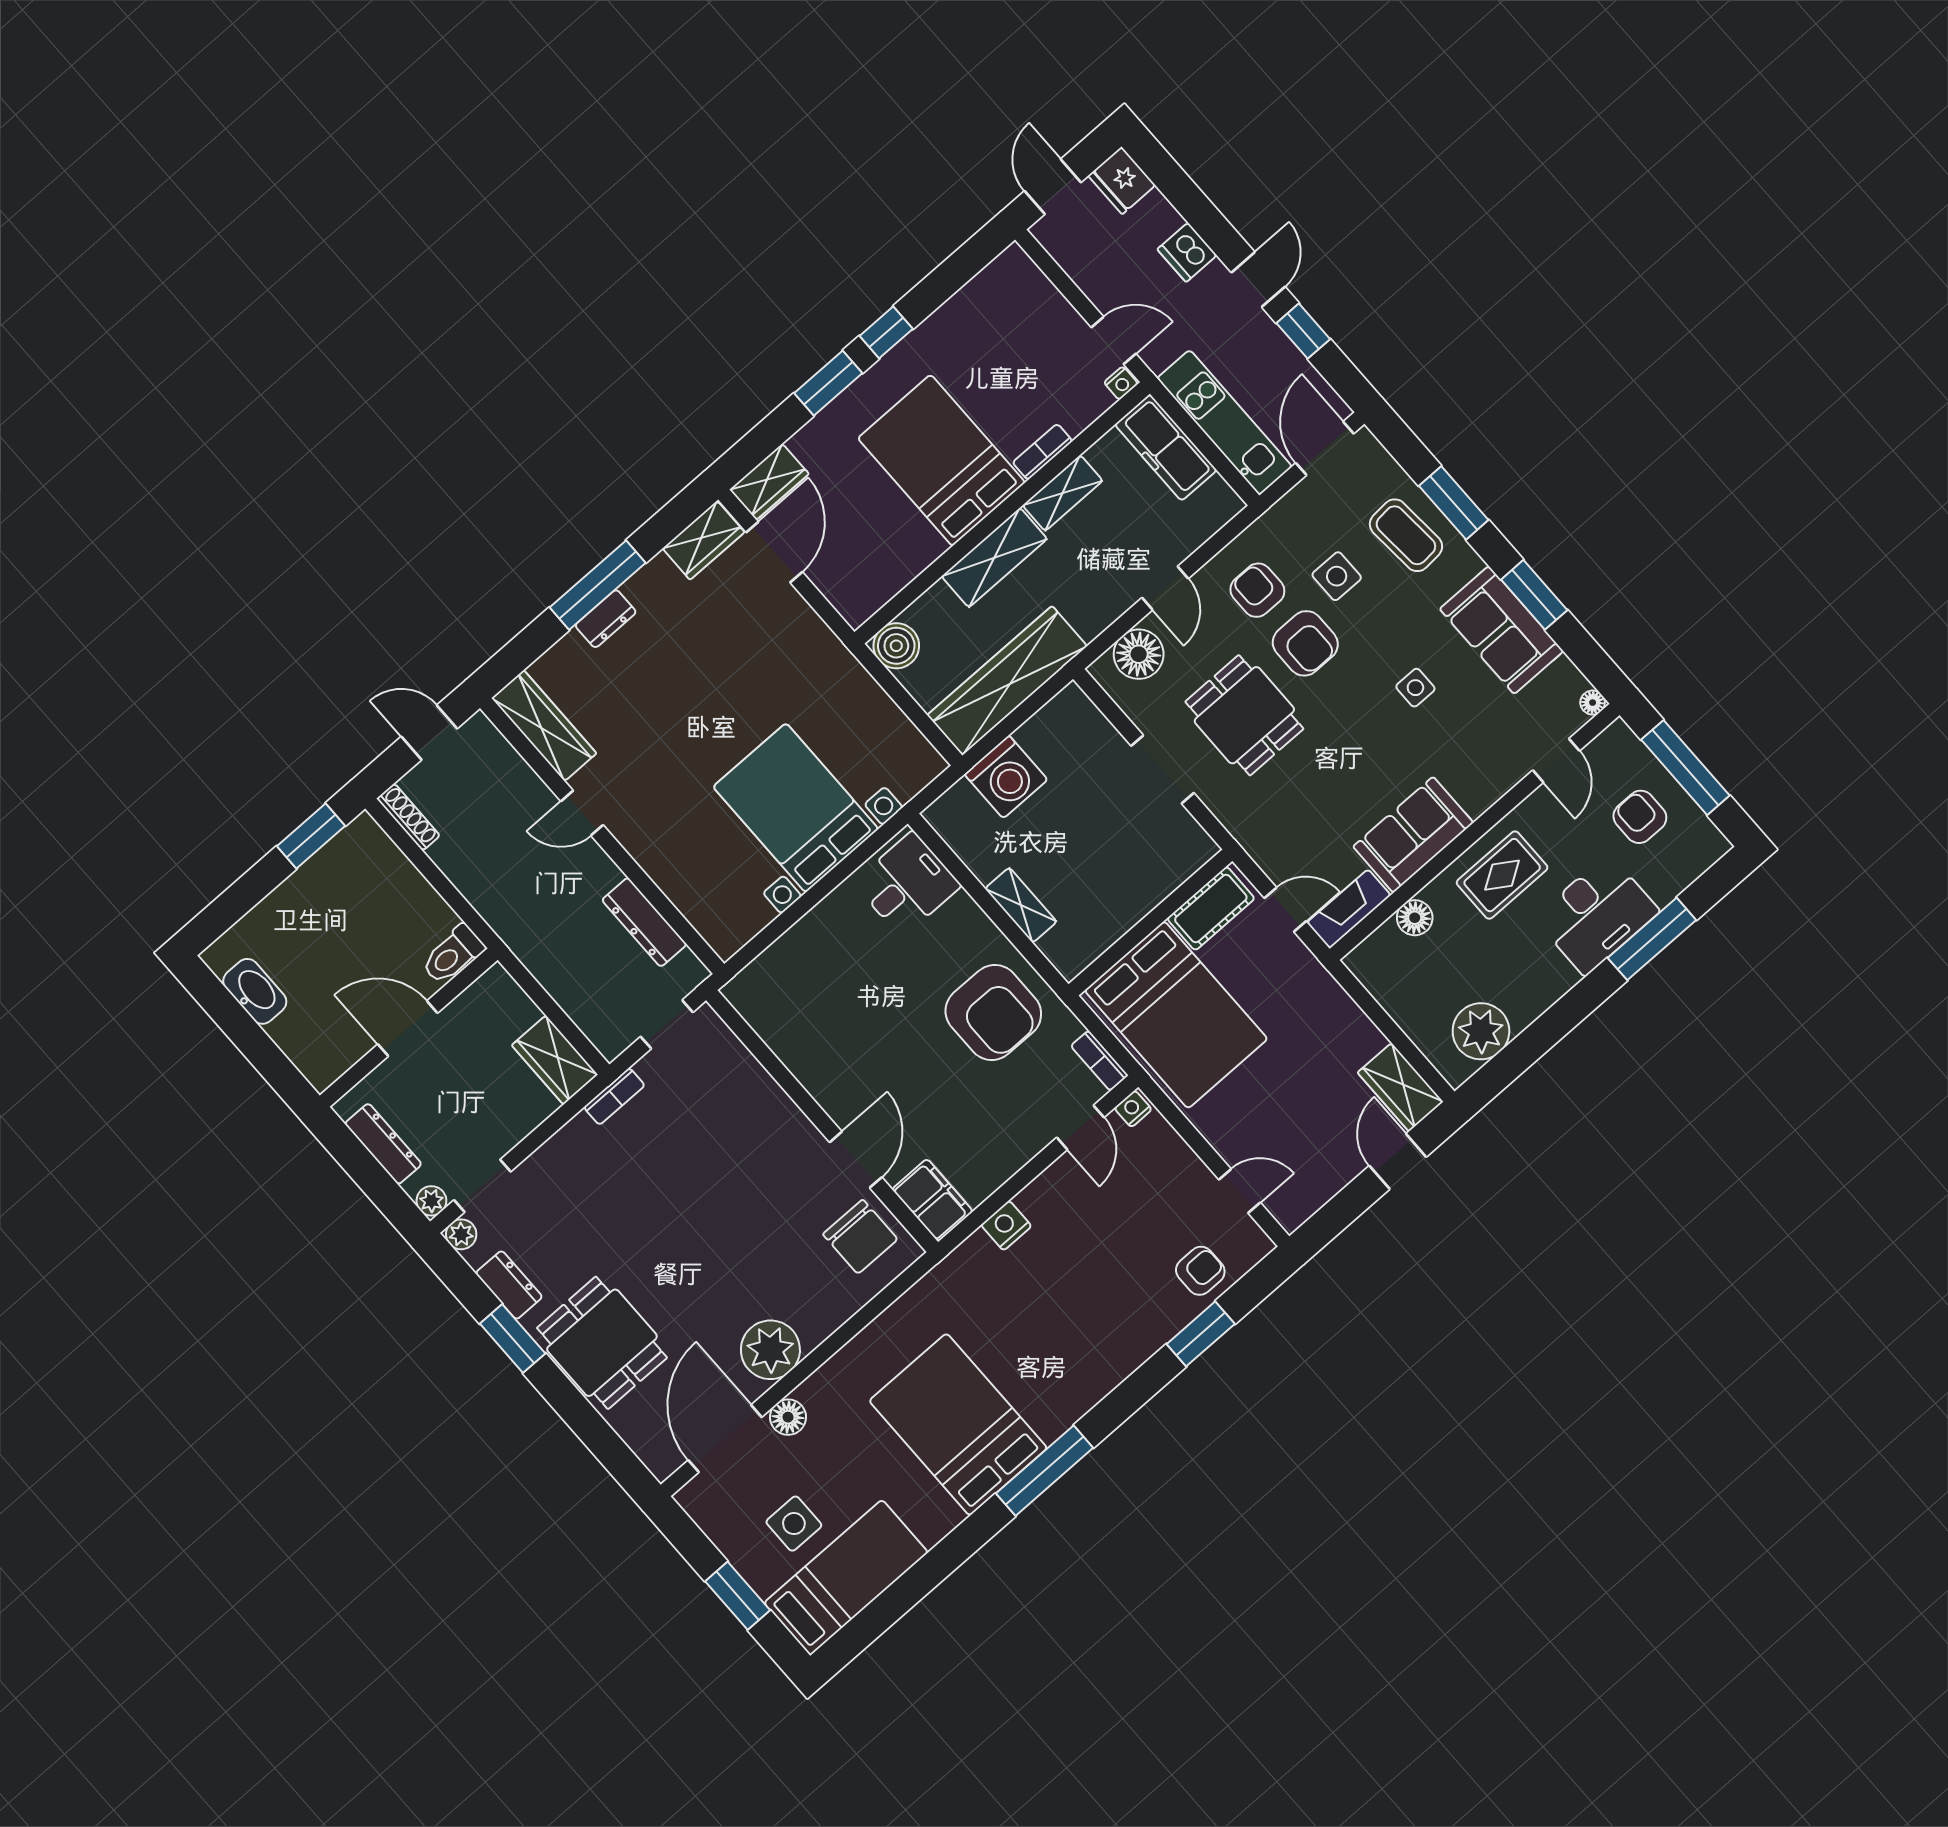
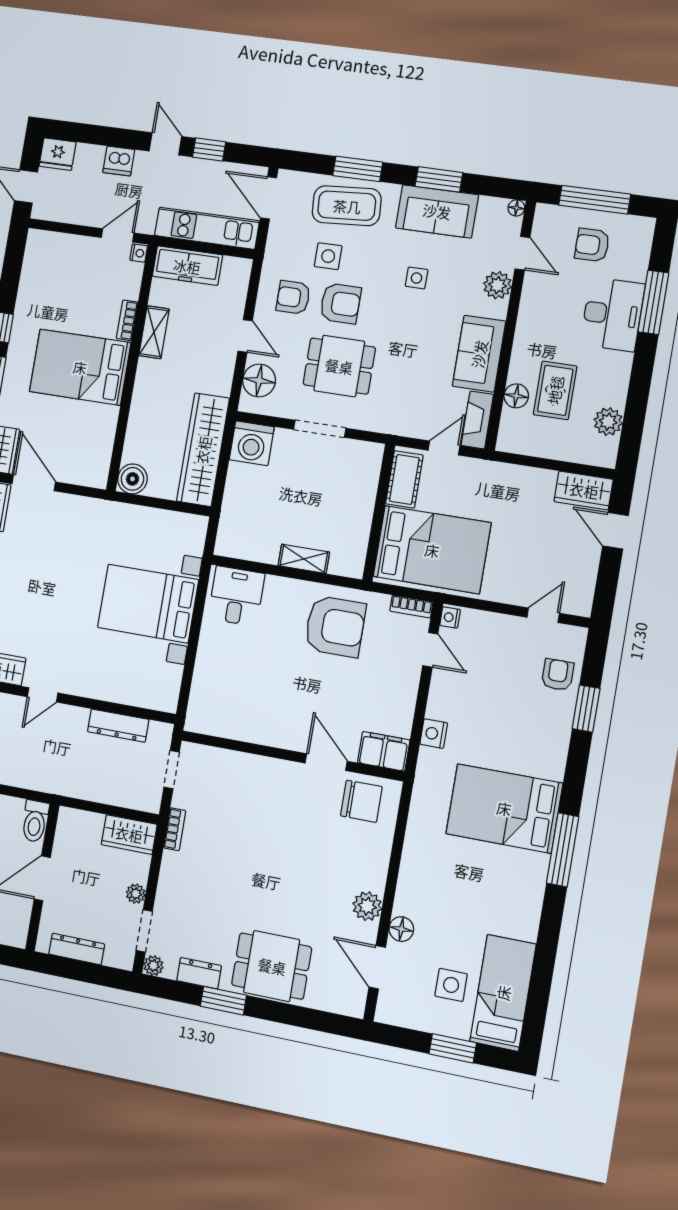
coffee table: (1406, 535) -> (347, 206), width x1.36, depth x1.32
shelving: (994, 558) -> (146, 393), removed
plant: (1498, 773) -> (497, 285), added
washing machine: (1006, 777) -> (252, 443), moved, turned 90
rug: (1502, 875) -> (555, 390), moved
plant: (1481, 1031) -> (608, 422), width x0.73, depth x0.73
plant: (431, 1201) -> (136, 894), moved
plant: (770, 1350) -> (367, 906), width x0.73, depth x0.73
bed: (958, 1424) -> (504, 808), moved
door: (725, 1439) -> (377, 967), width x0.73

